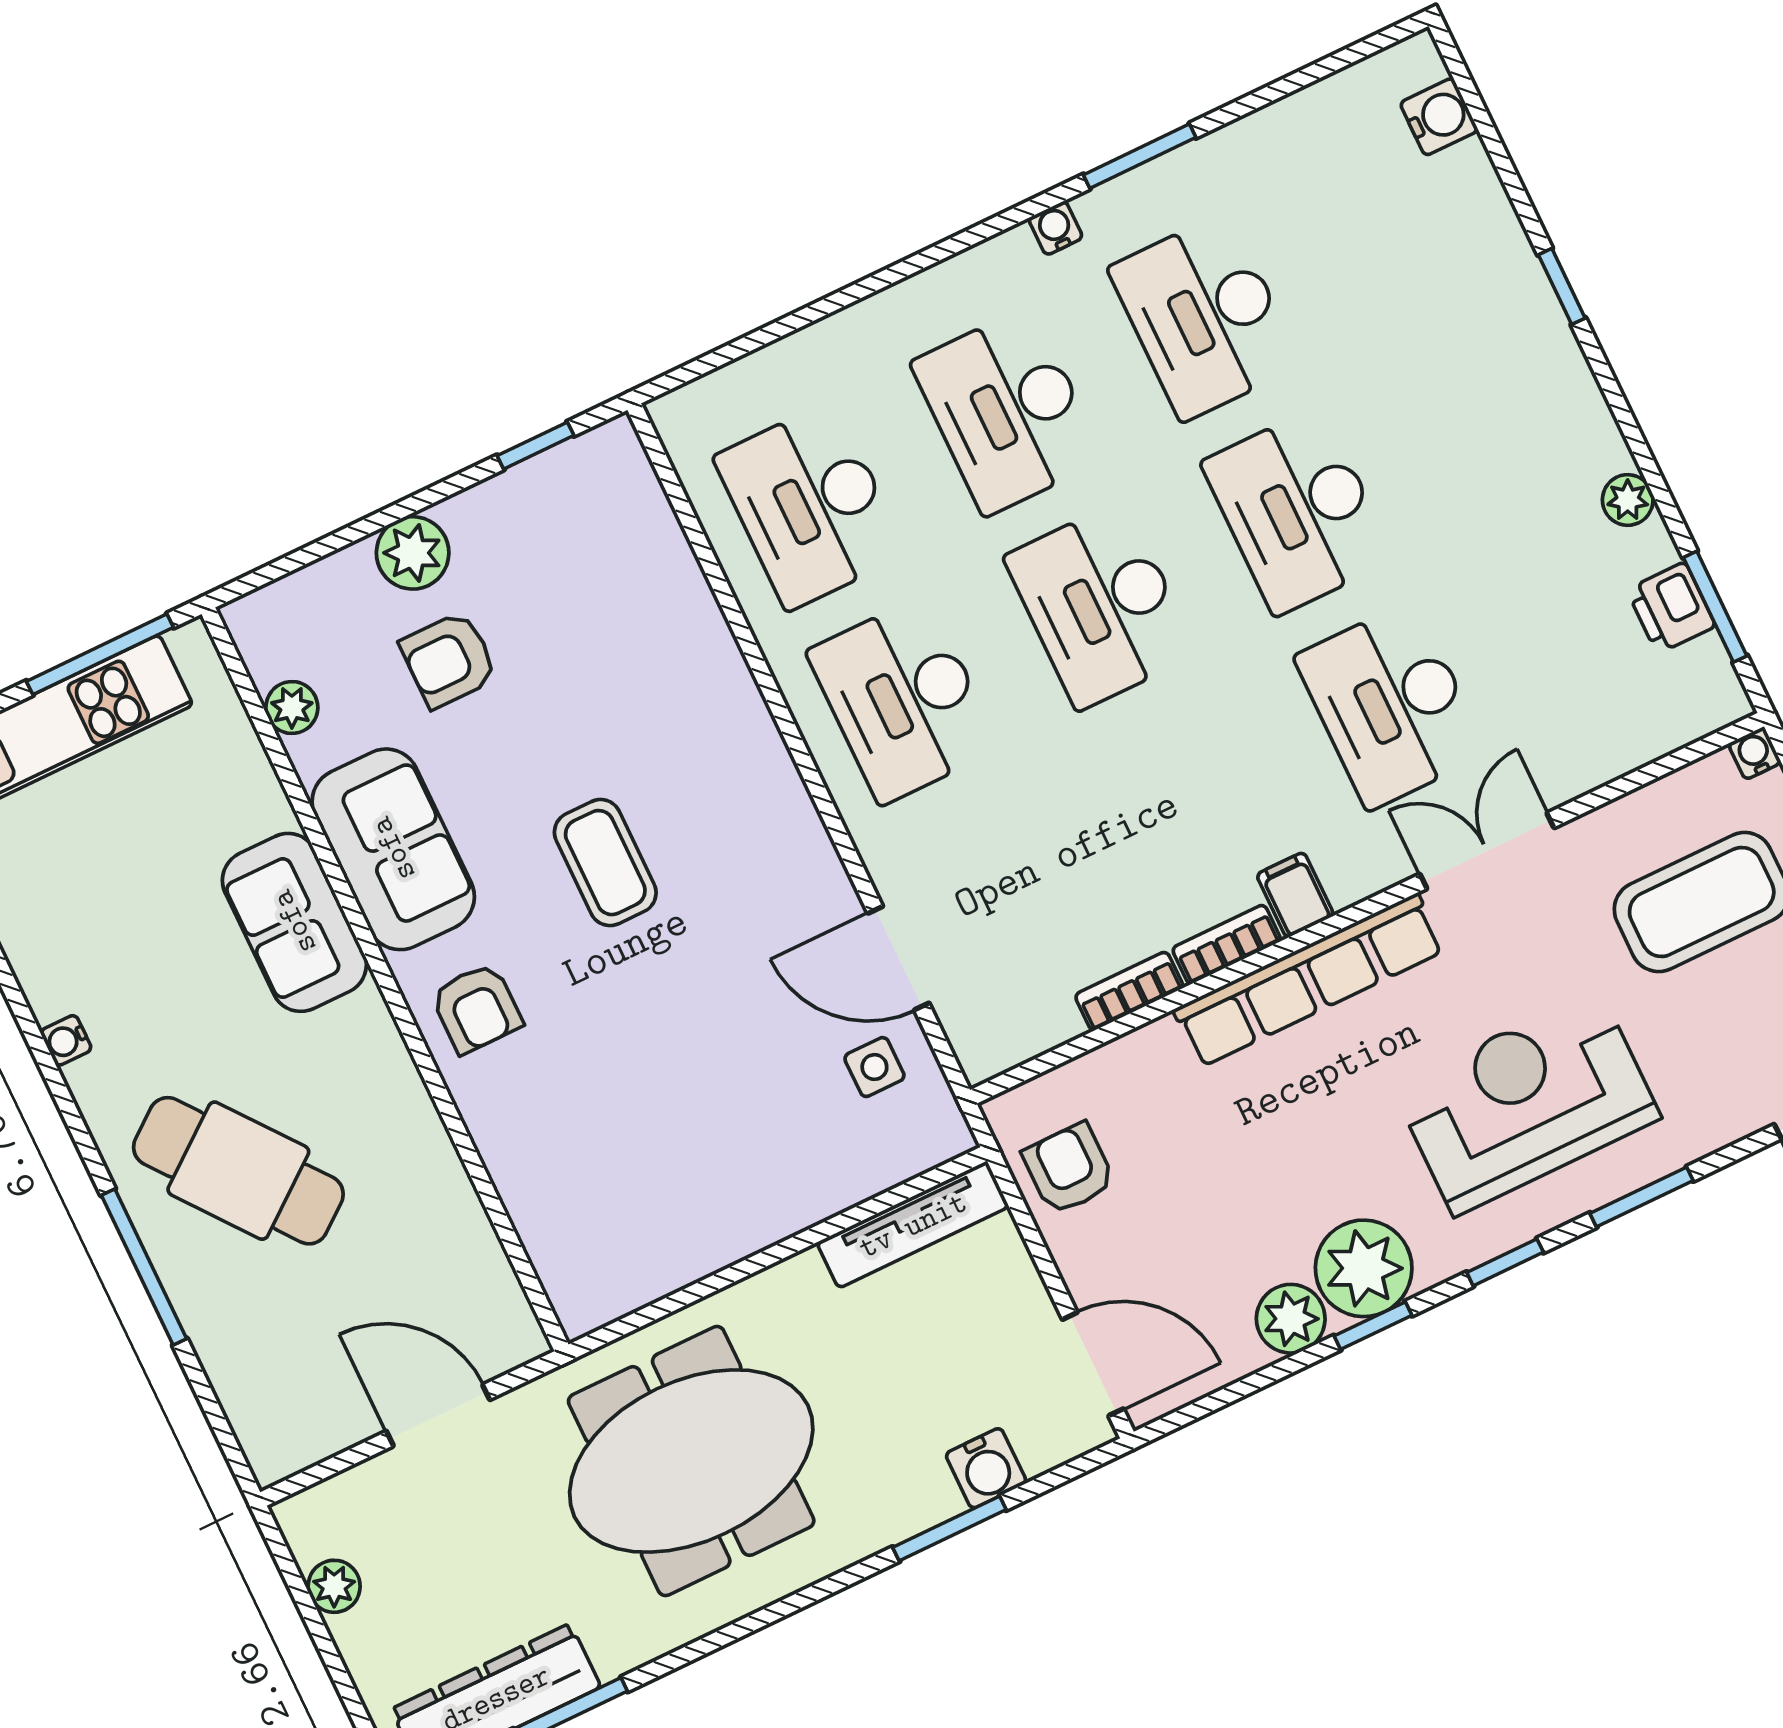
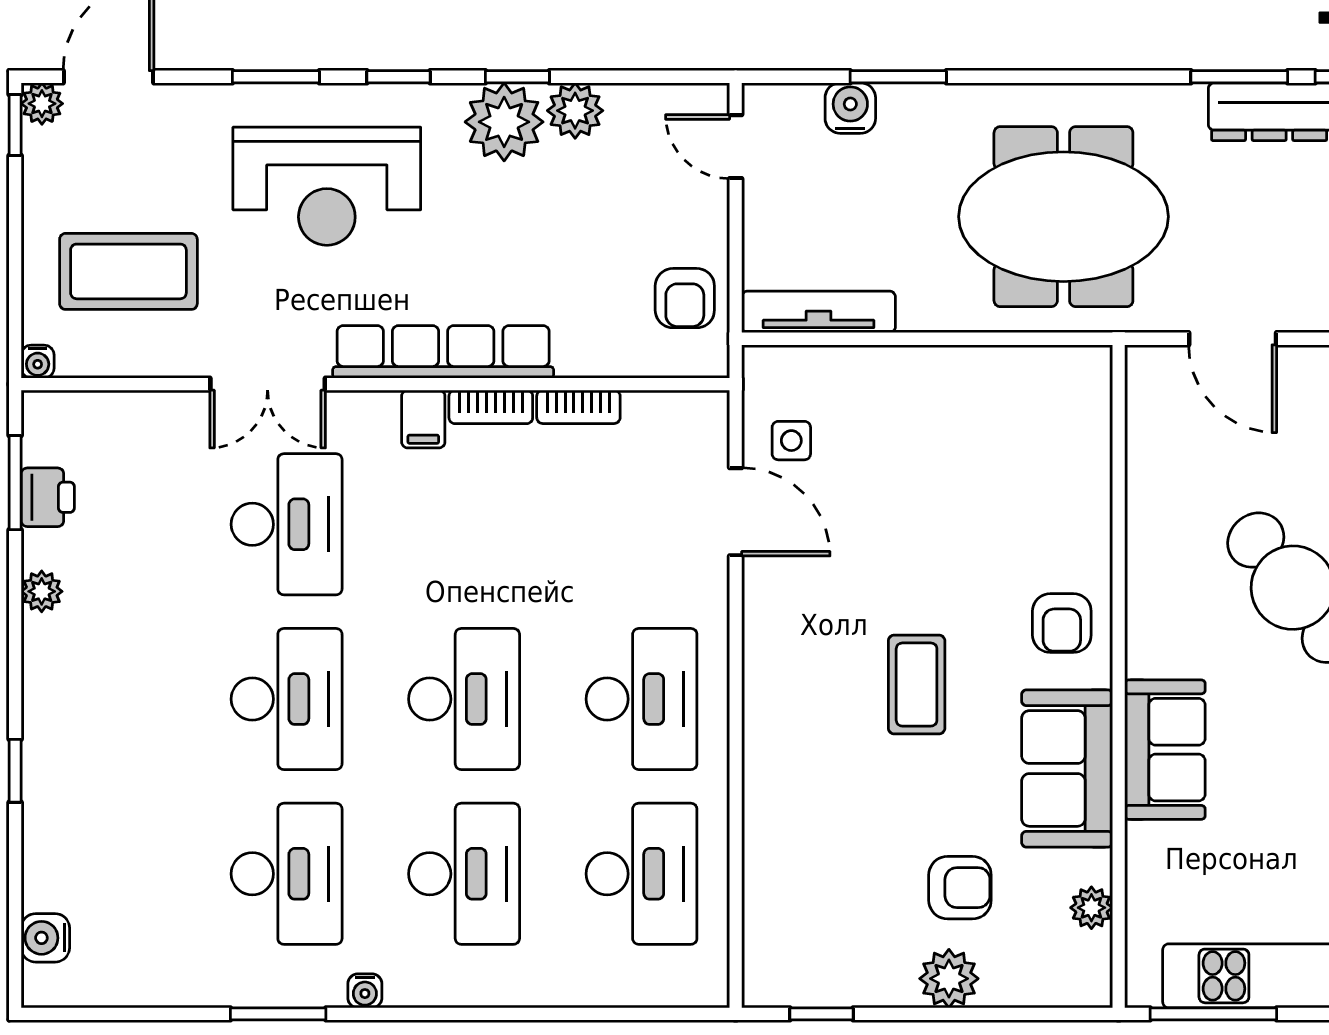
armchair: (477, 1008) -> (1062, 623), turned 180
door: (1093, 1364) -> (736, 147), width x0.73

